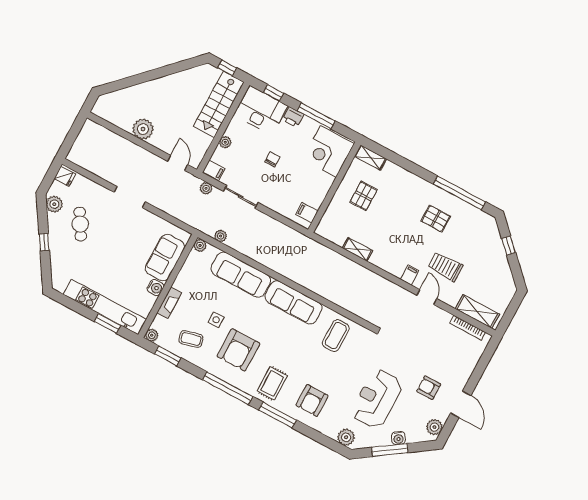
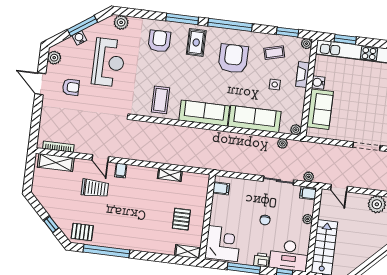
pallet: (436, 219) -> (82, 232), moved
side table: (216, 320) -> (275, 84), moved

